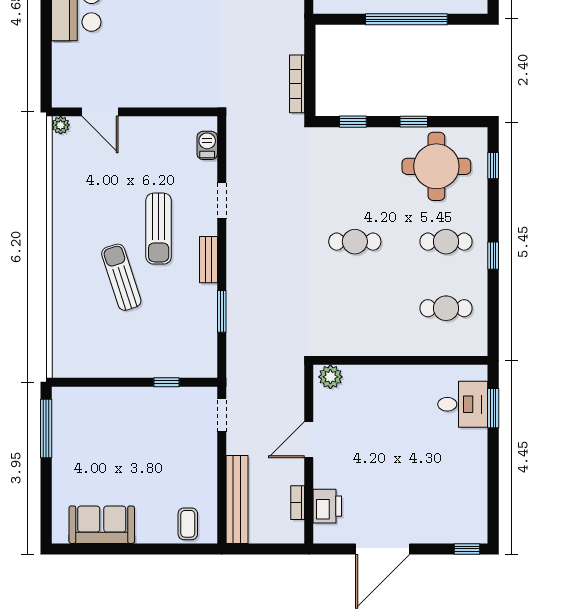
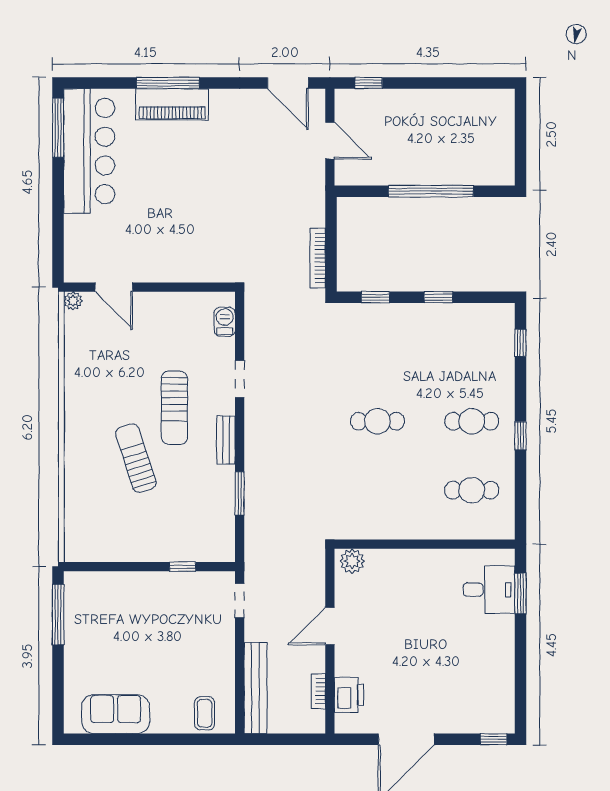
round table: (436, 166) -> (462, 343), removed

